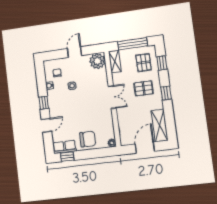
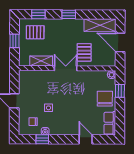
window: (132, 44) -> (15, 41), width x0.46
plant: (97, 61) -> (27, 78), removed
shelving: (115, 62) -> (41, 61), moved
pallet: (144, 88) -> (84, 52), moved
window: (44, 103) -> (42, 139), moved
window: (67, 157) -> (120, 91), moved

